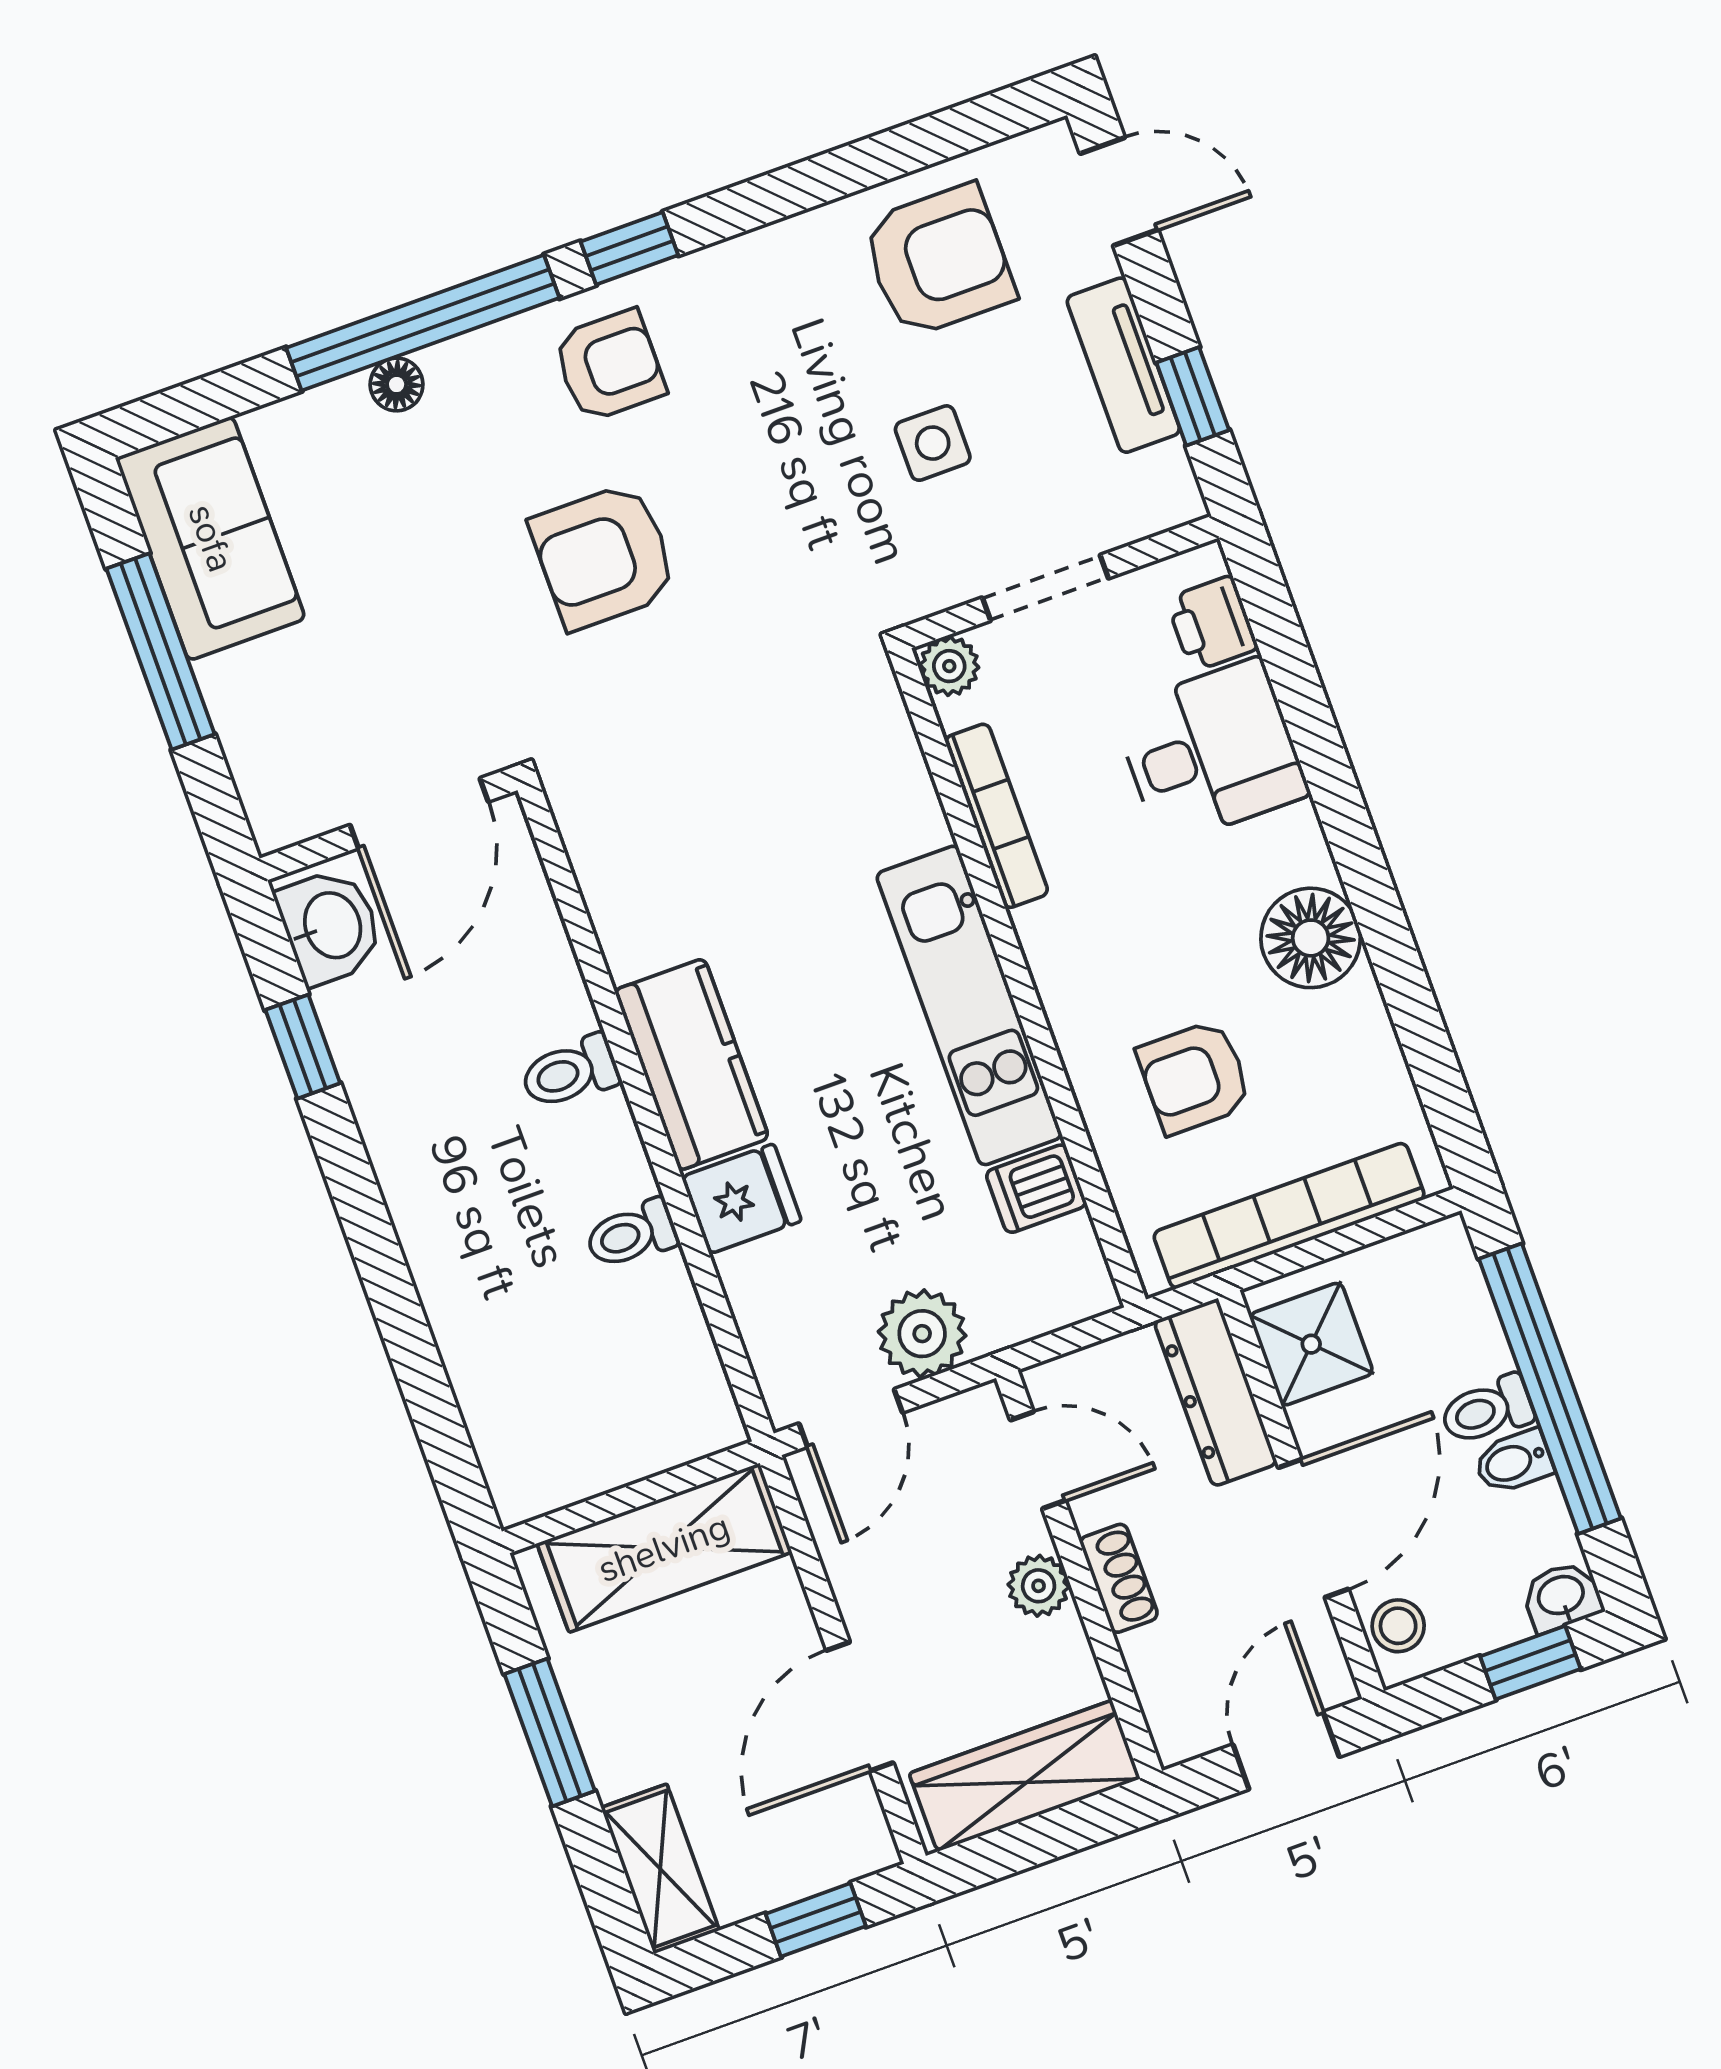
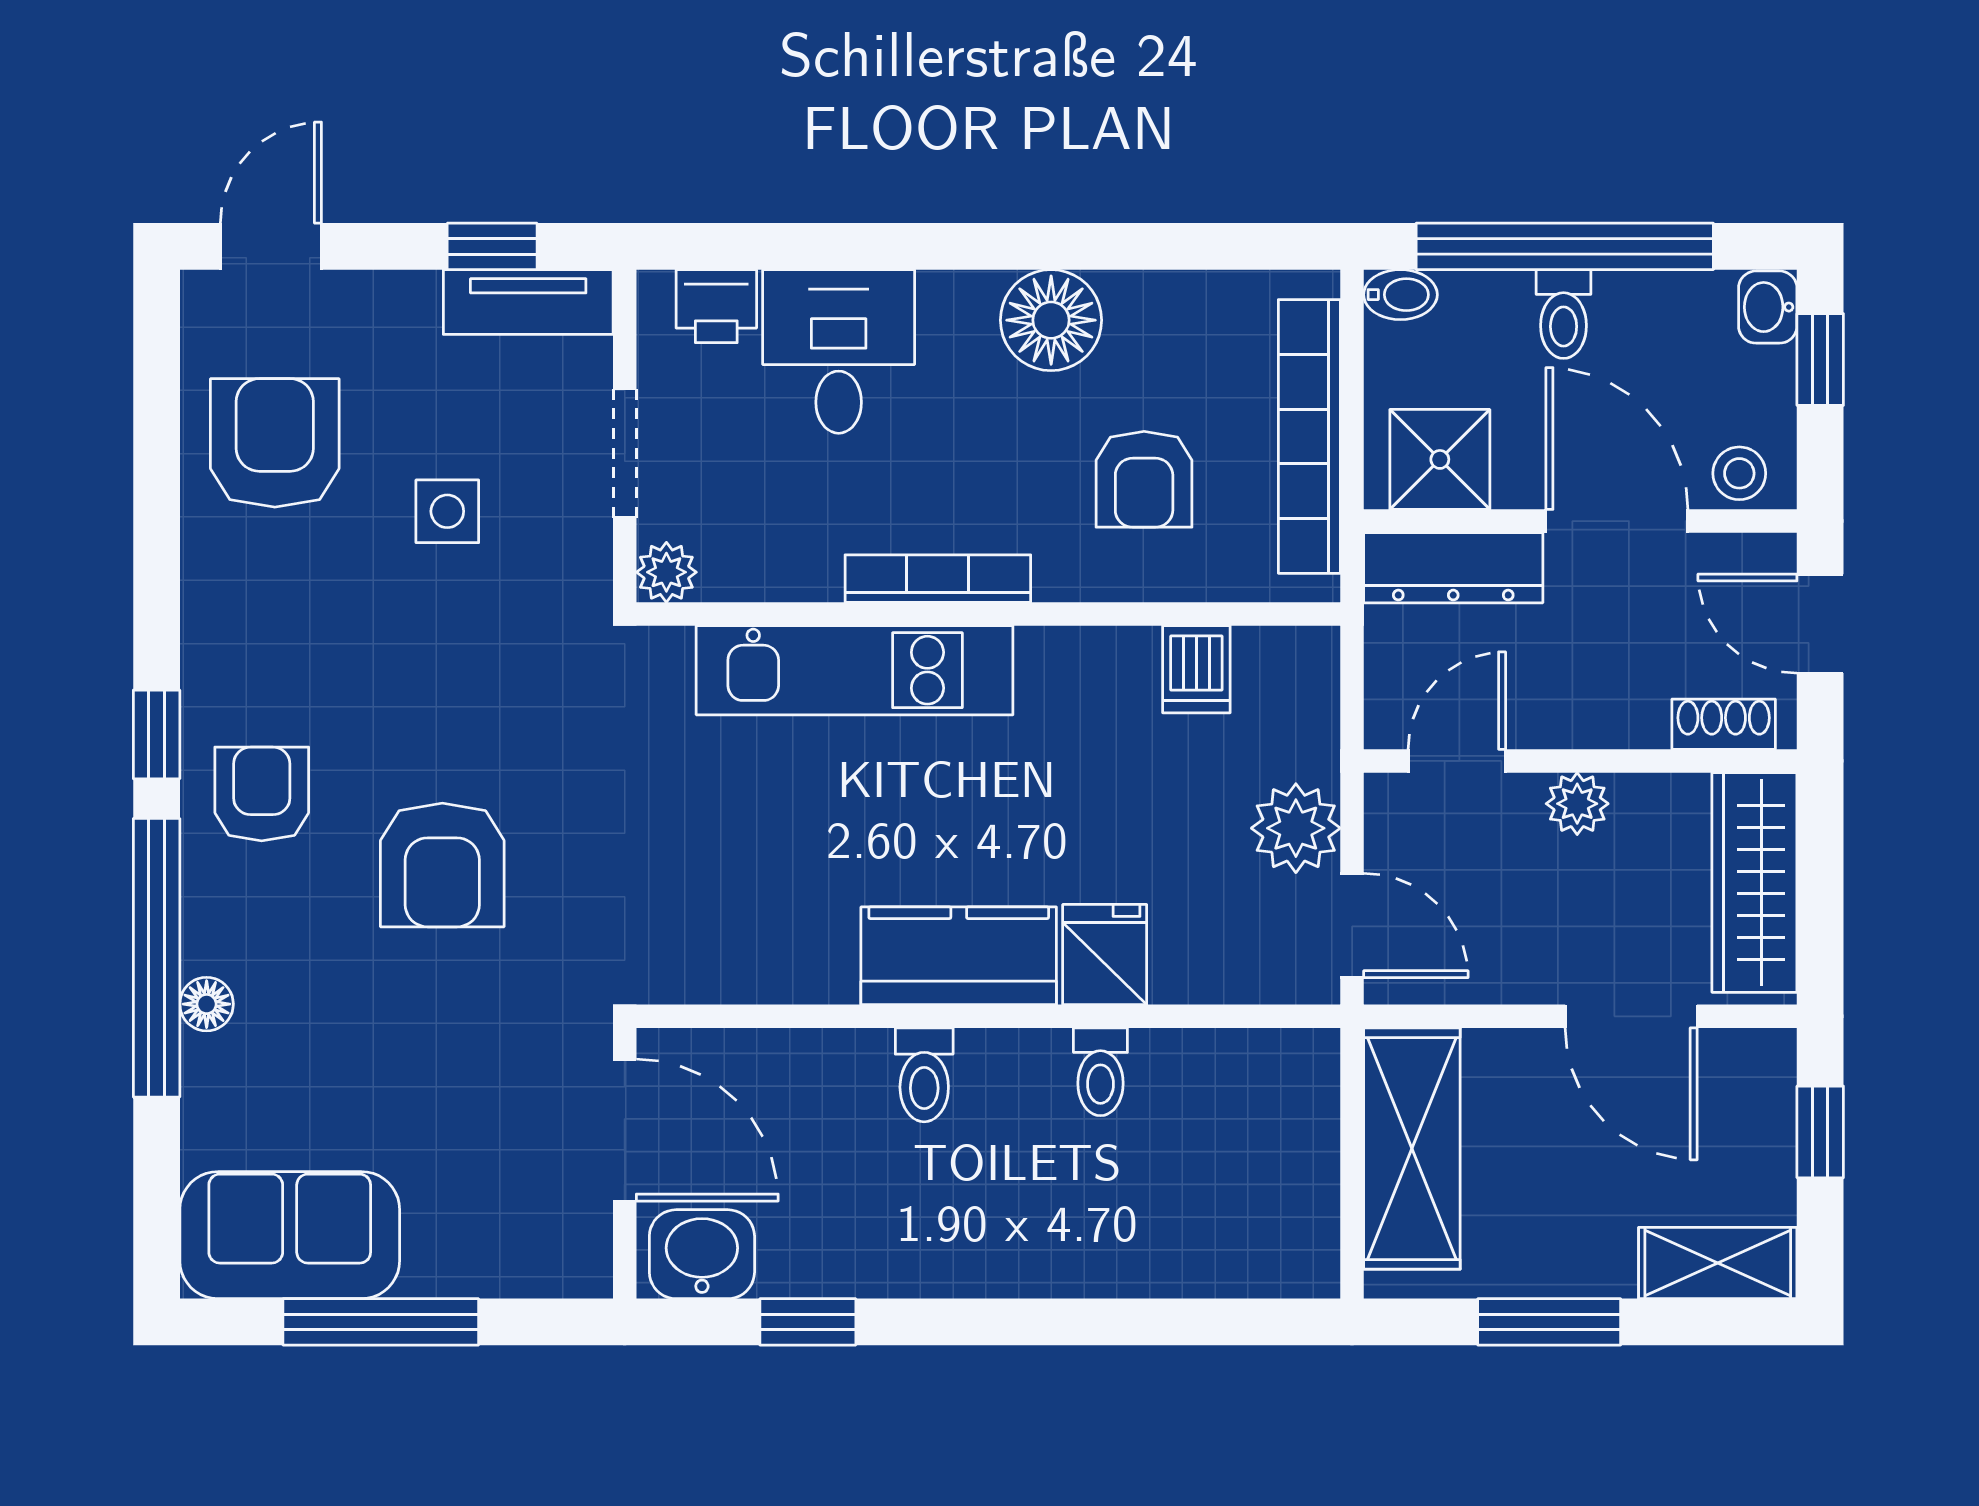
tv unit: (1123, 365) -> (528, 302), moved
bookcase: (997, 816) -> (938, 579), moved
kitchen unit: (969, 1005) -> (855, 670), moved
bidet: (1514, 1462) -> (1400, 295), moved, turned -90
shoe rack: (1119, 1578) -> (1724, 724), moved

